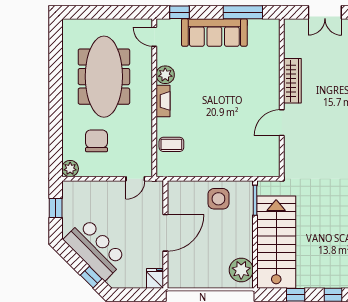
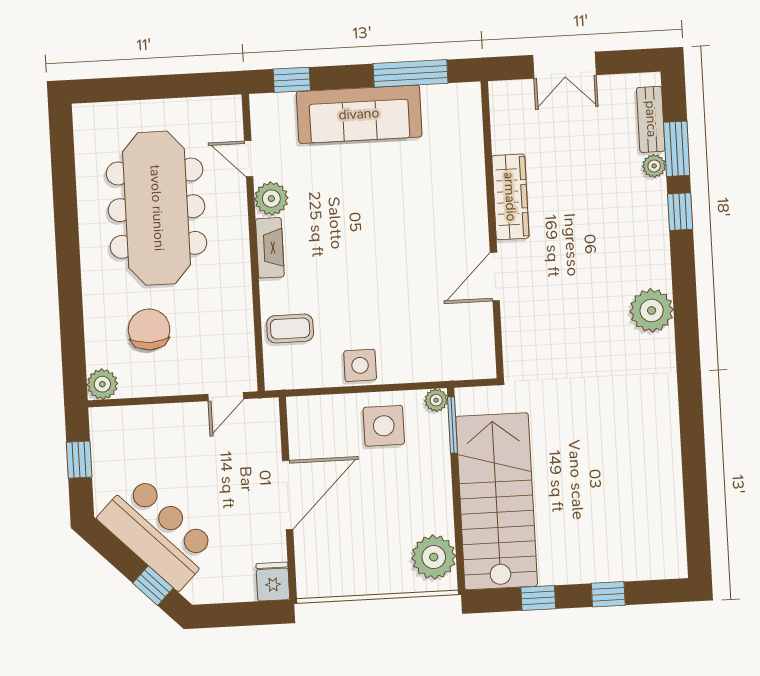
door: (154, 37) -> (249, 159), moved
side table: (208, 166) -> (360, 365), added
plant: (247, 187) -> (436, 400), added

